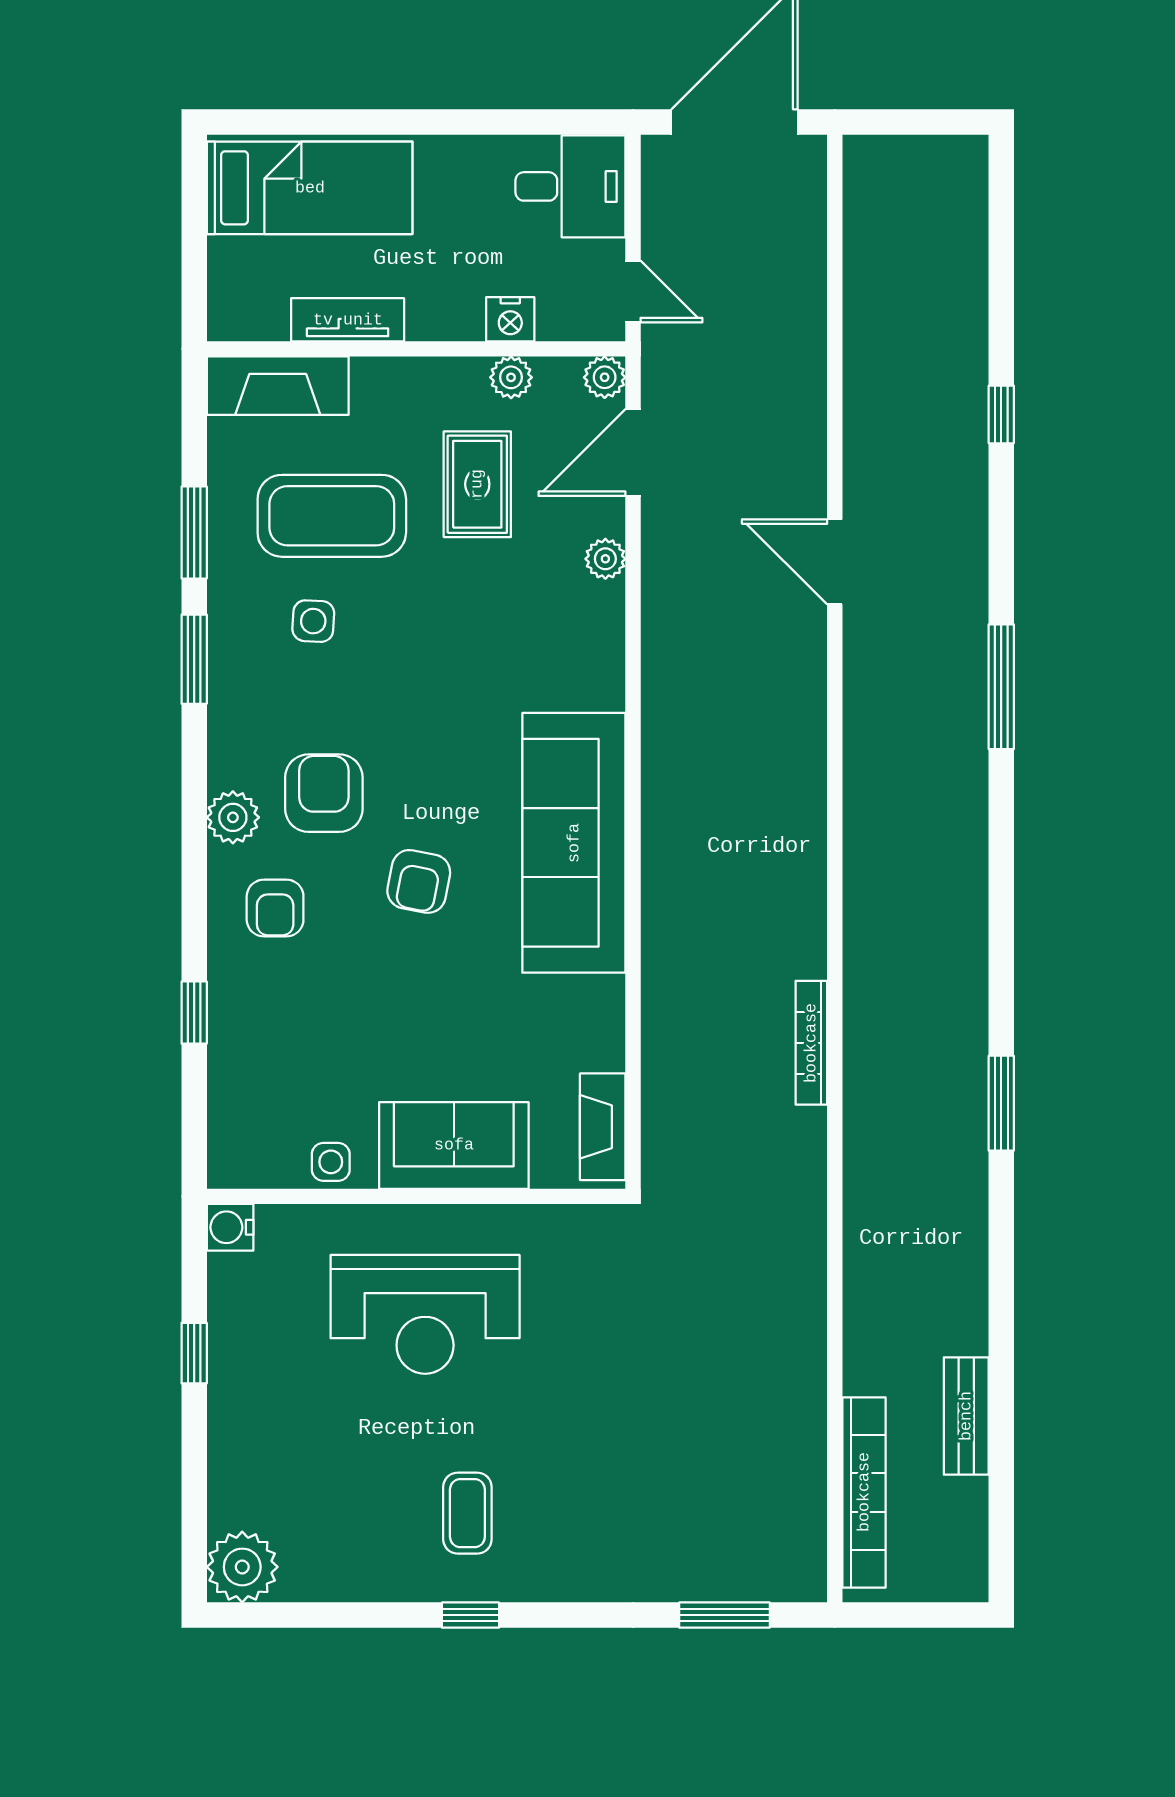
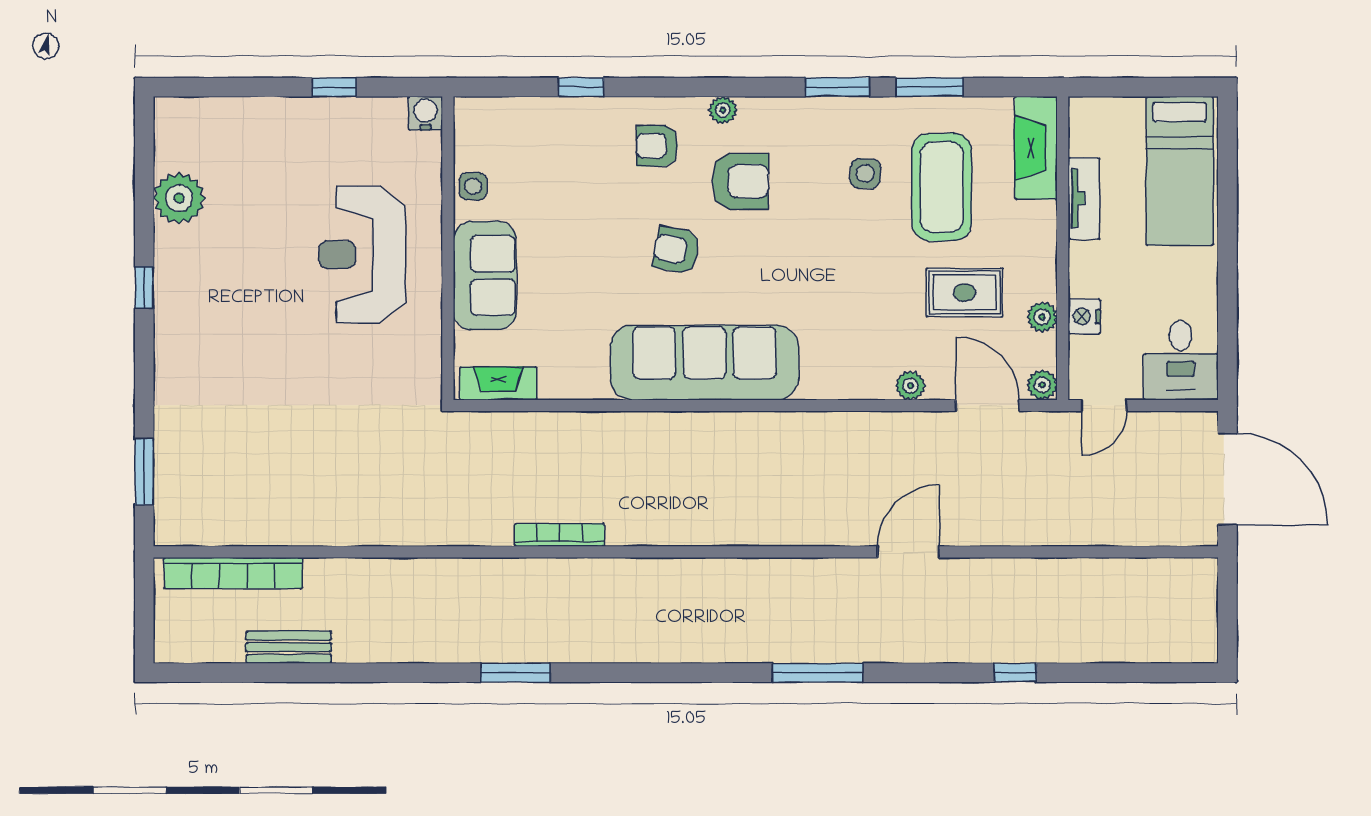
plant: (233, 817) -> (723, 110), width x0.73, depth x0.73
coffee table: (467, 1513) -> (218, 285), removed
plant: (242, 1567) -> (179, 198), moved

